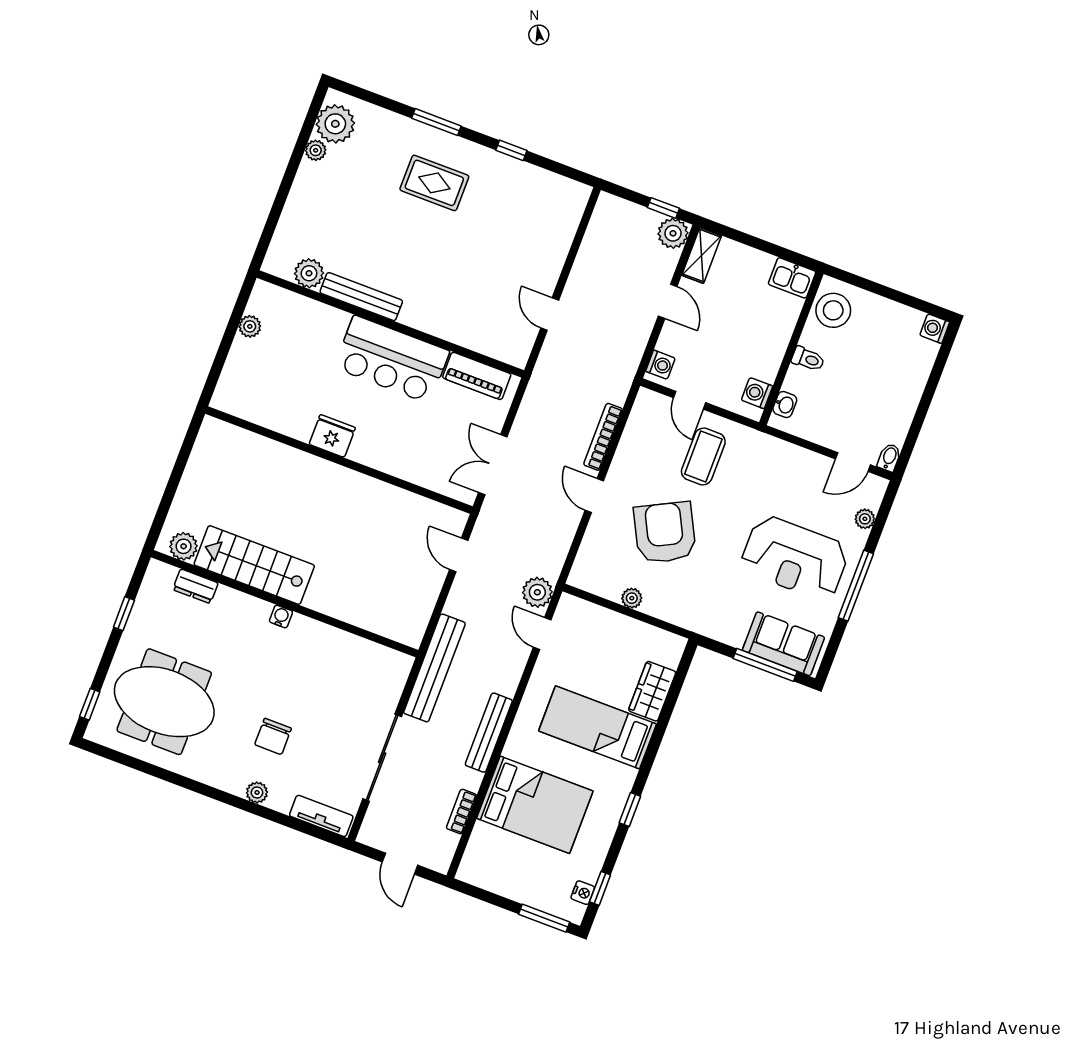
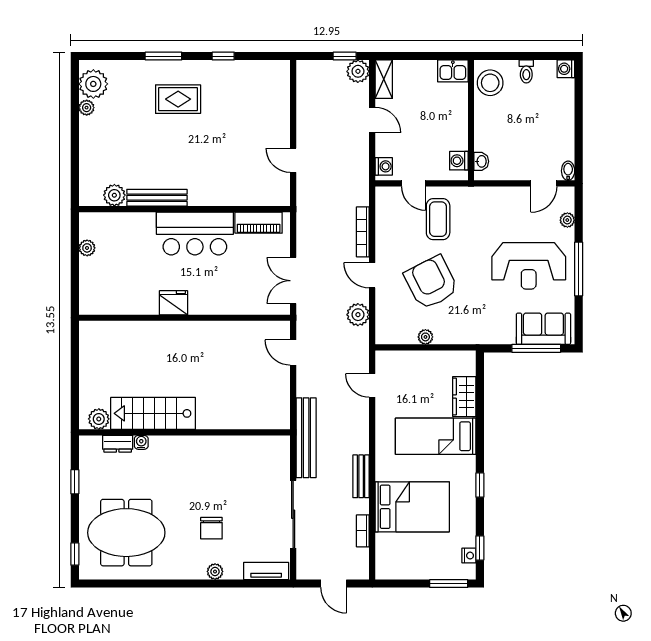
toilet: (808, 359) -> (526, 71), moved, turned 90
plant: (537, 592) -> (358, 315), moved
water cooler: (281, 616) -> (141, 442), moved
bench: (489, 733) -> (361, 476), width x0.73

